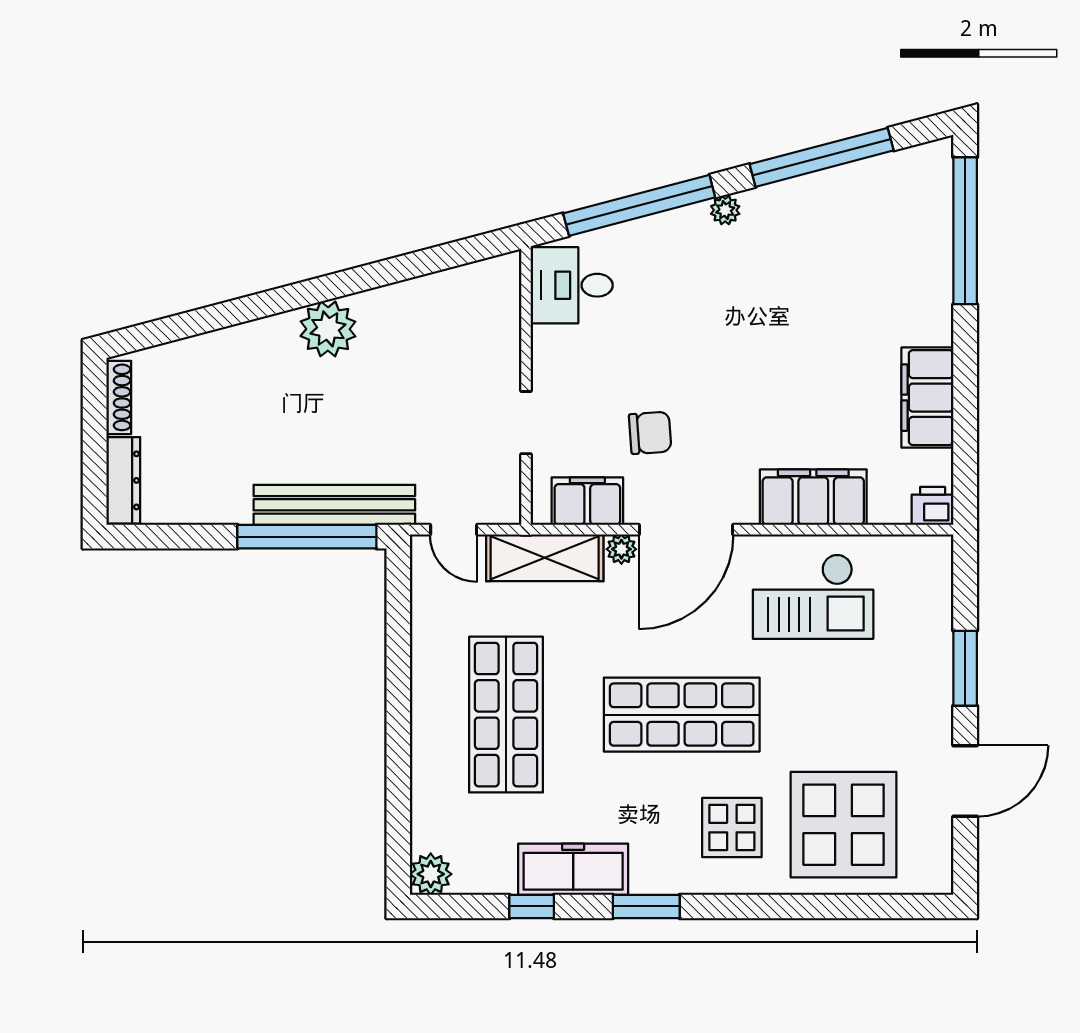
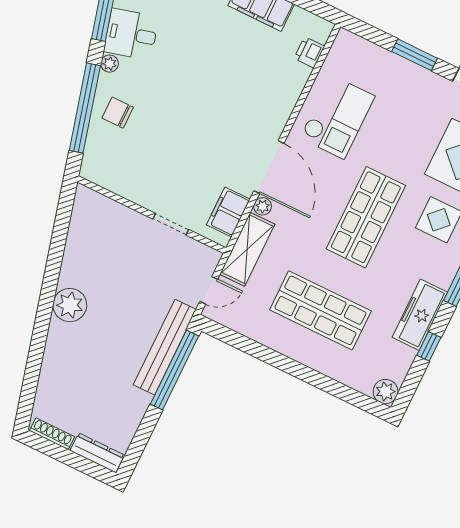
desk: (572, 285) -> (131, 34), moved, turned 75
chair: (650, 433) -> (118, 113), moved, turned -86
filing cabinet: (813, 497) -> (285, 91), removed
printer: (933, 506) -> (309, 52), moved

